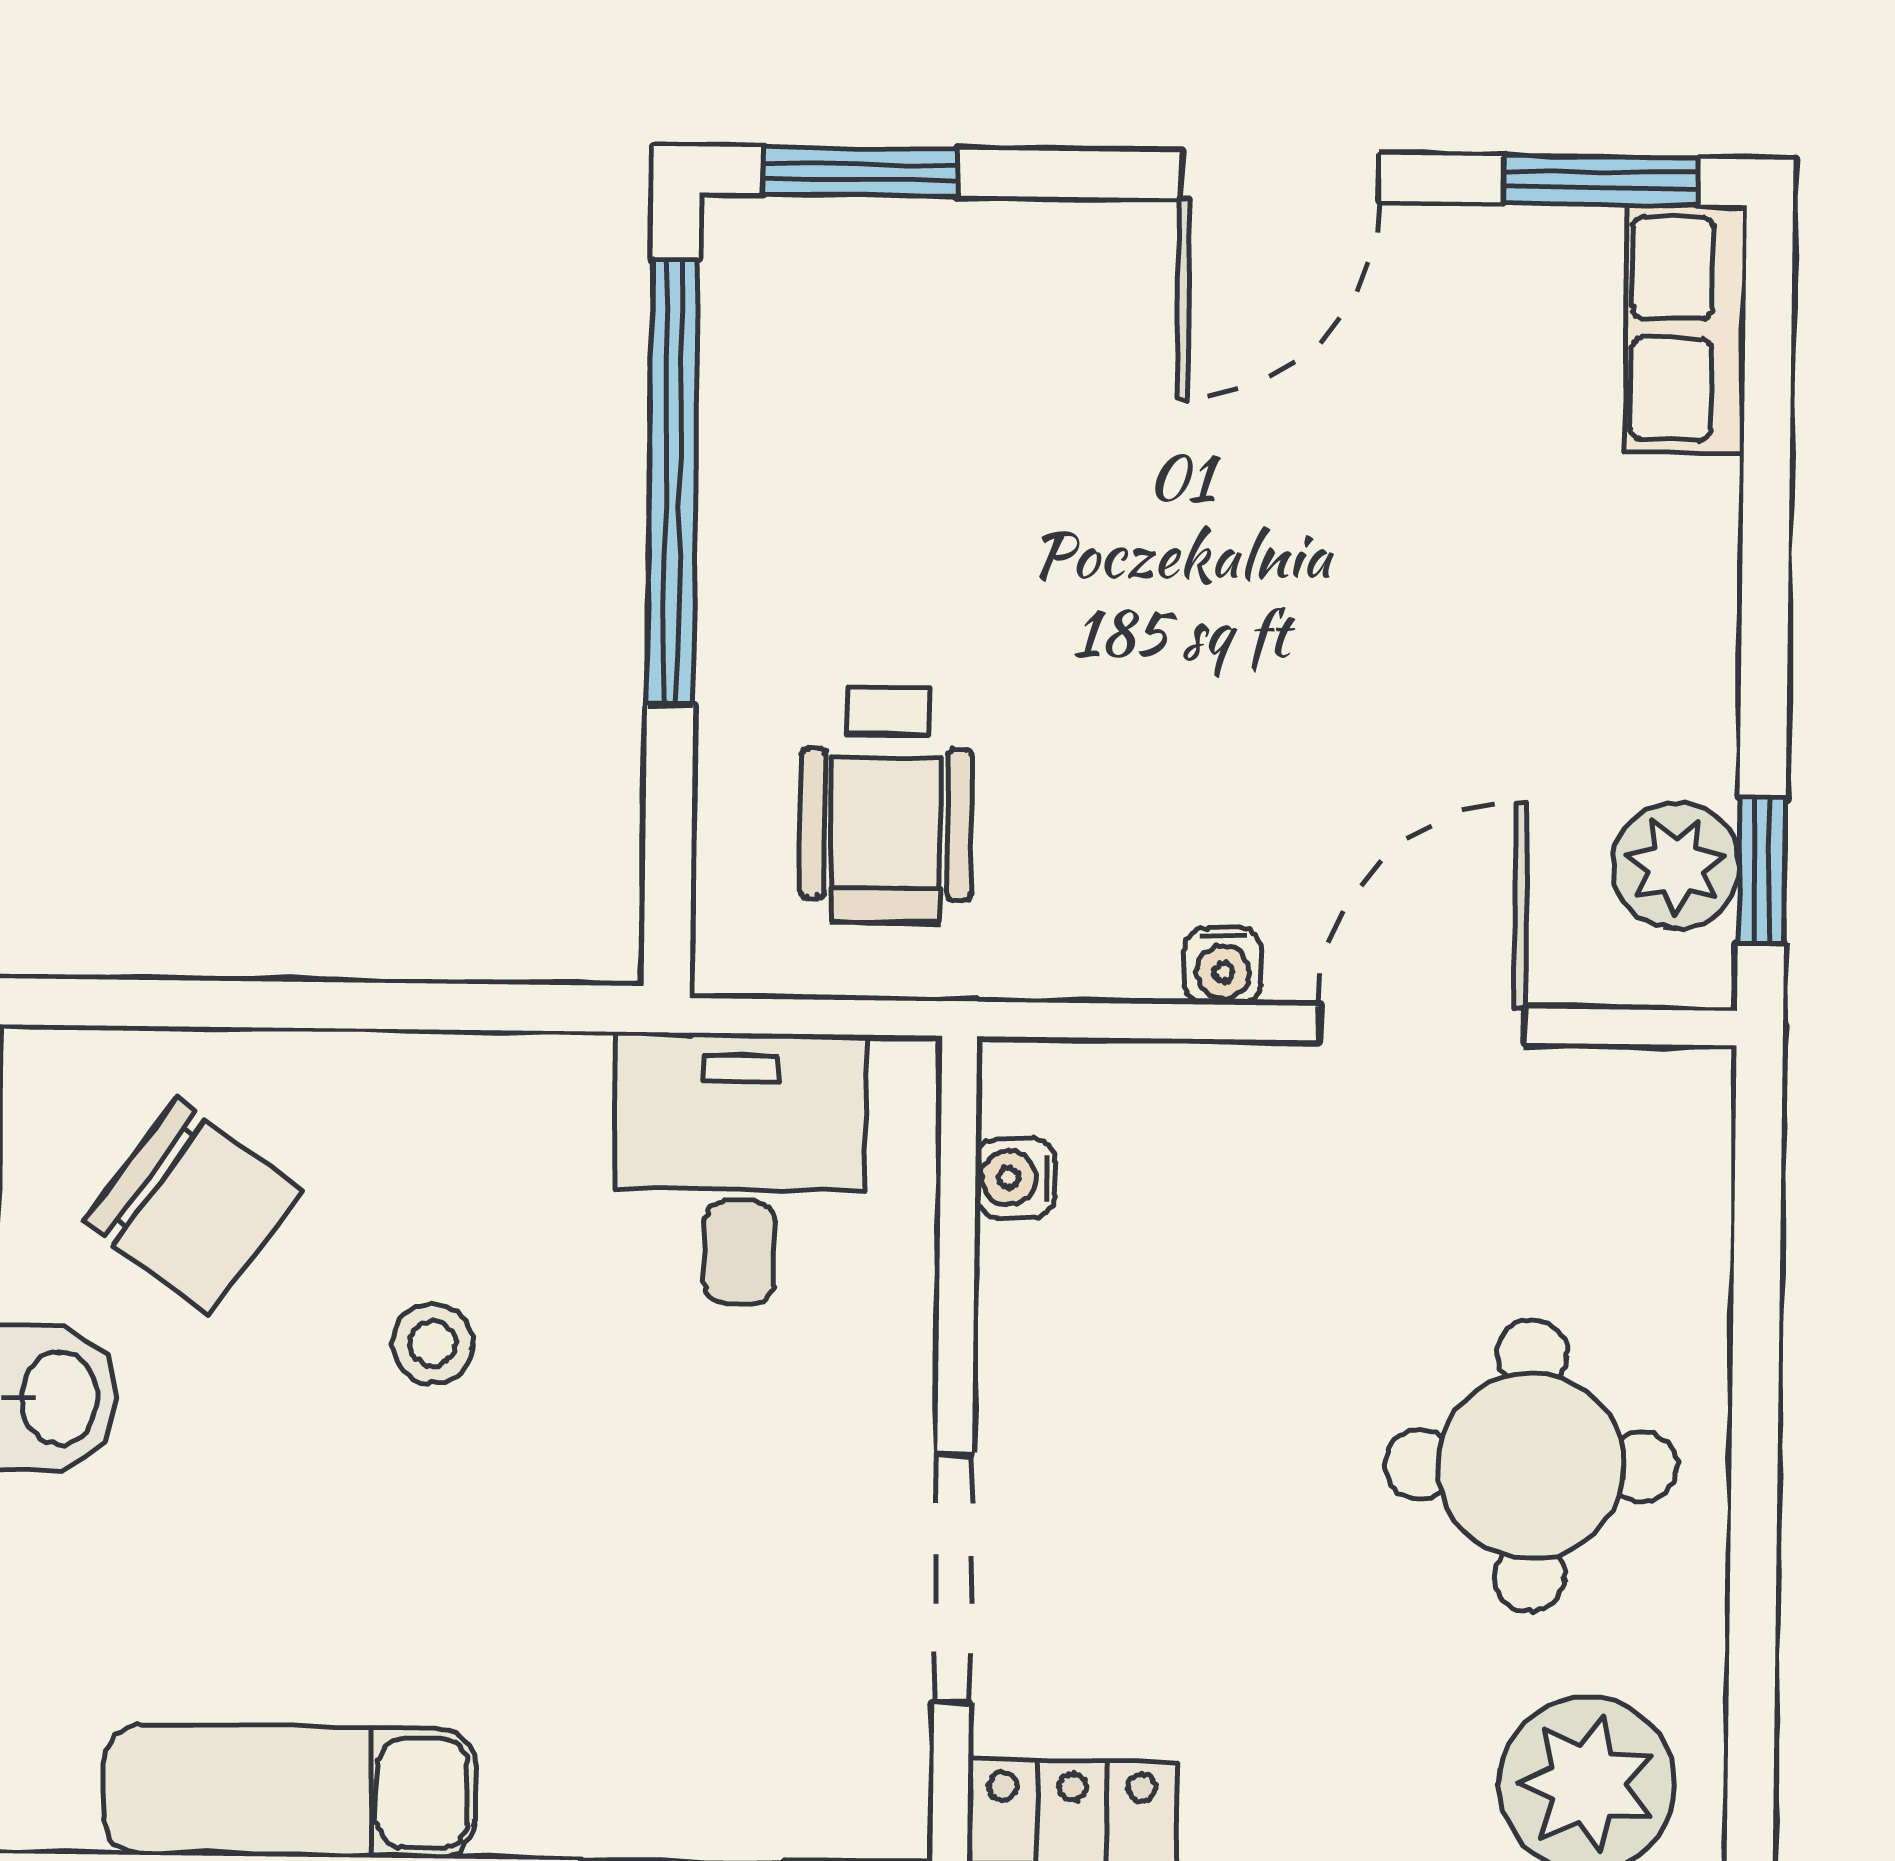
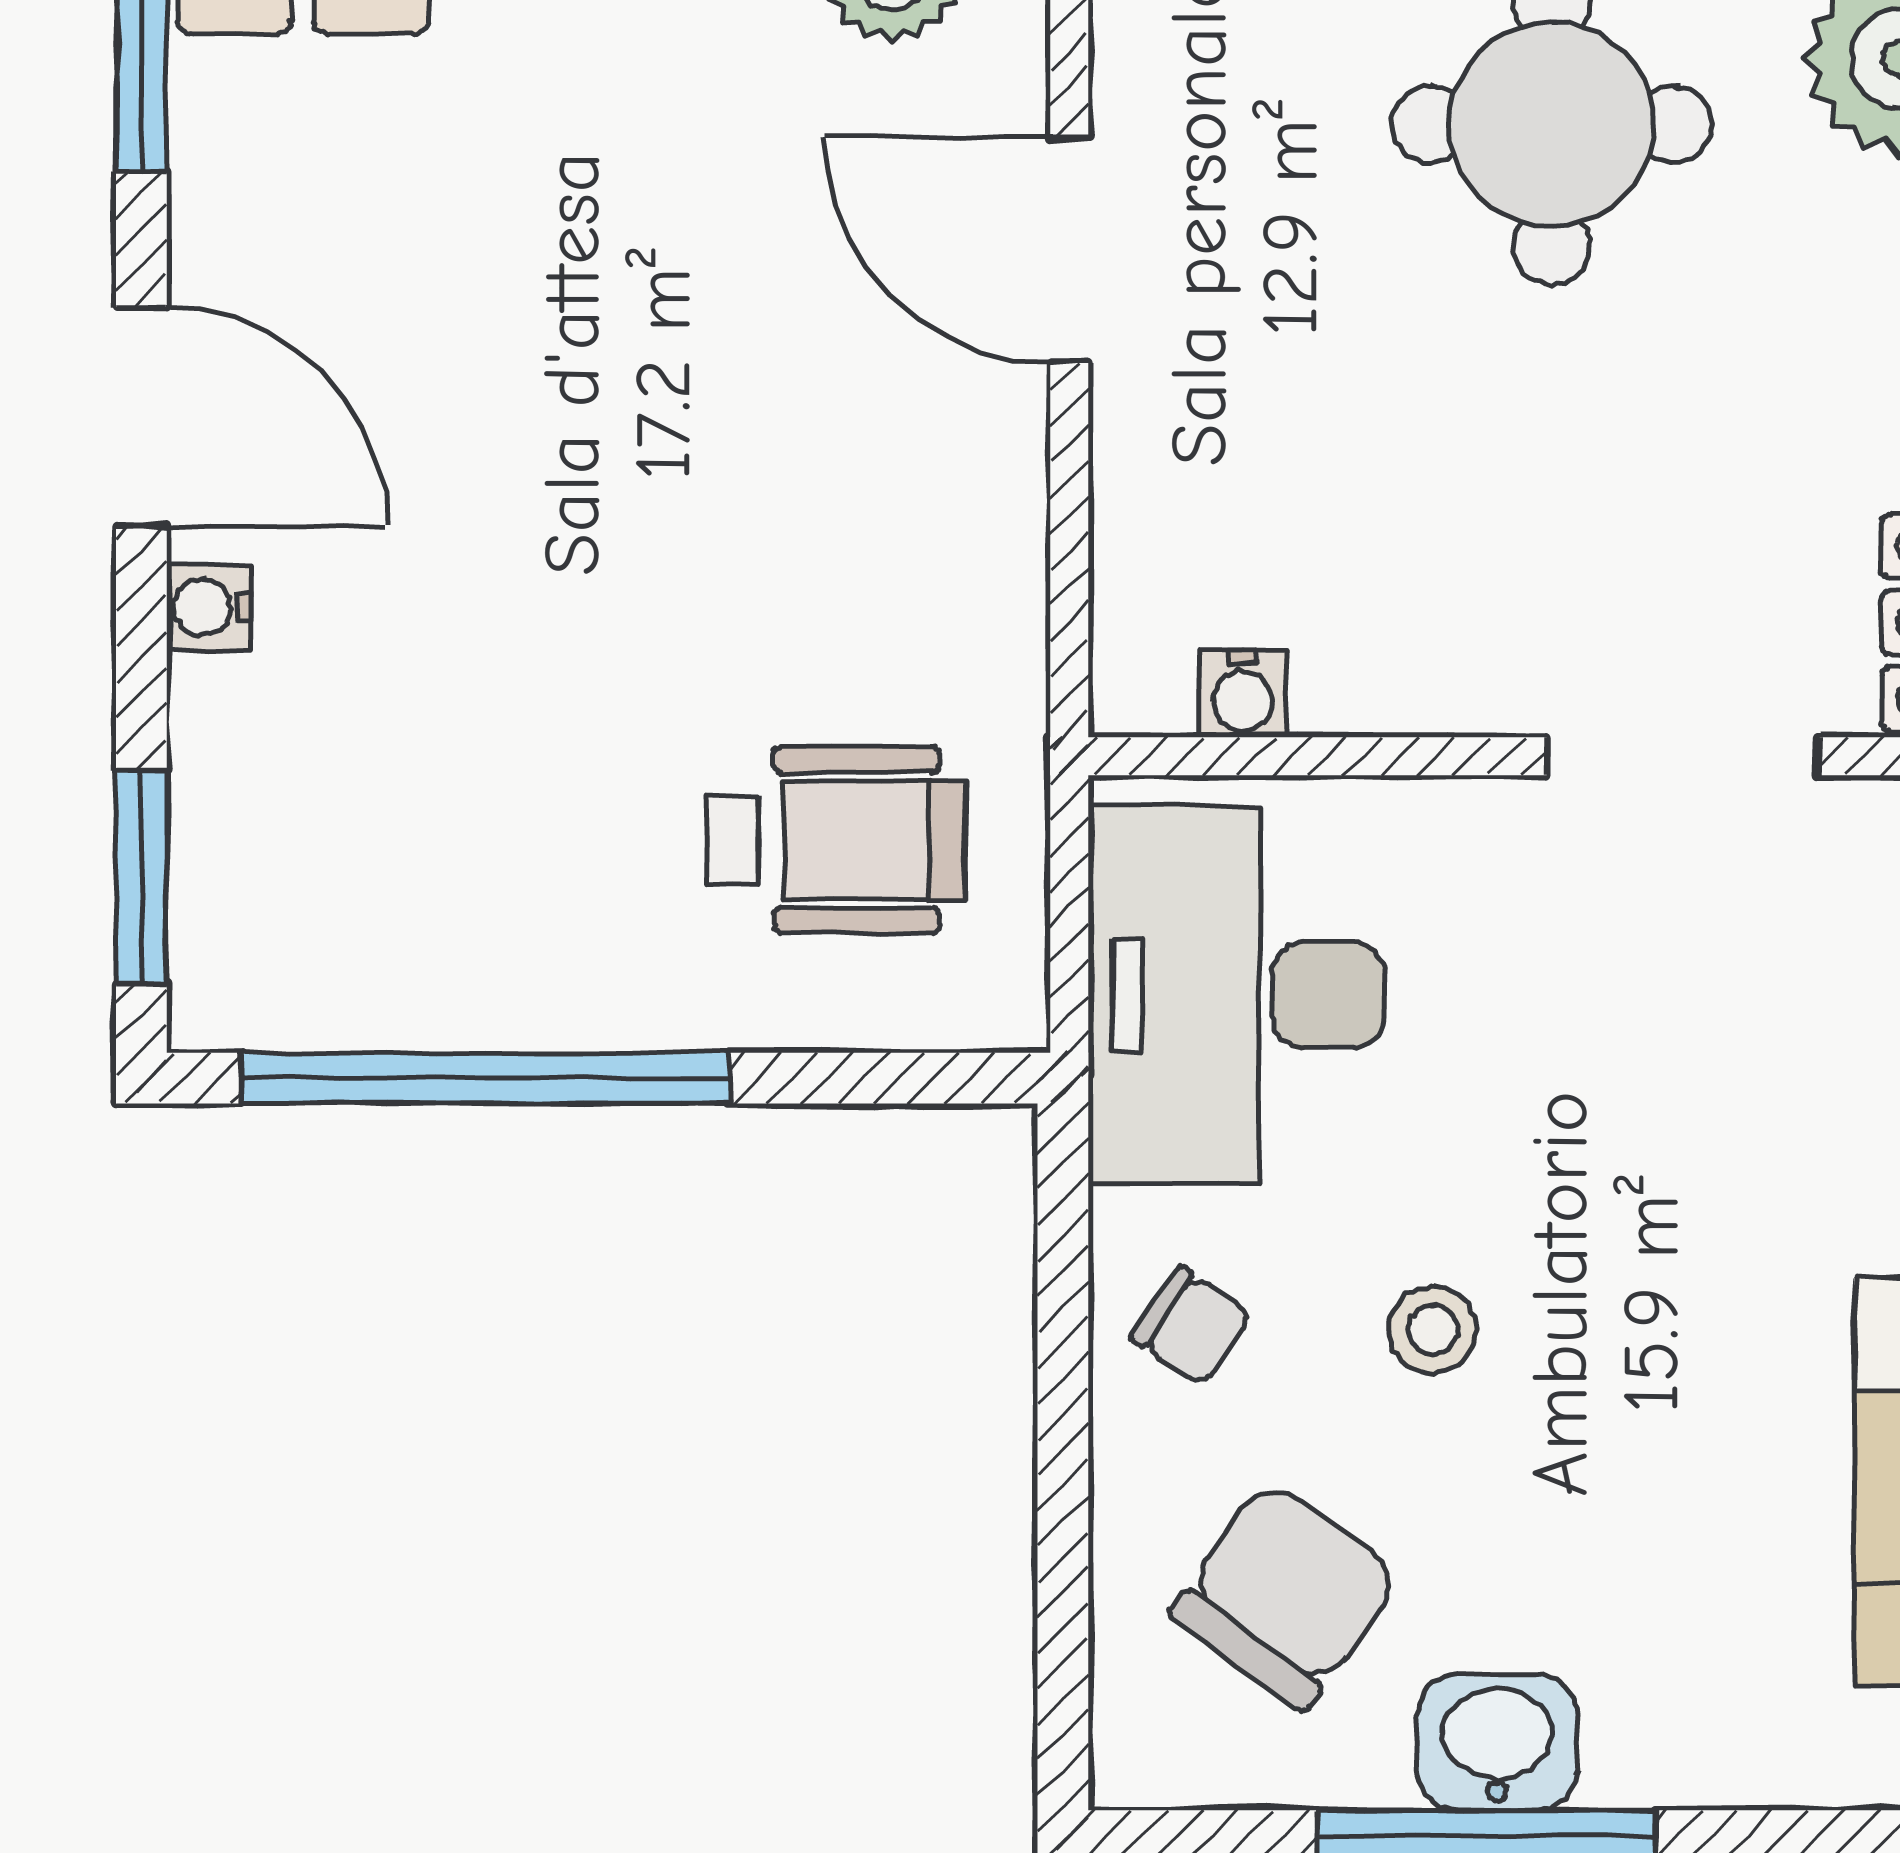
water cooler: (1223, 966) -> (209, 607), moved, turned 180
chair: (438, 1124) -> (1191, 1327), added
desk: (740, 1168) -> (1236, 995), width x1.37

